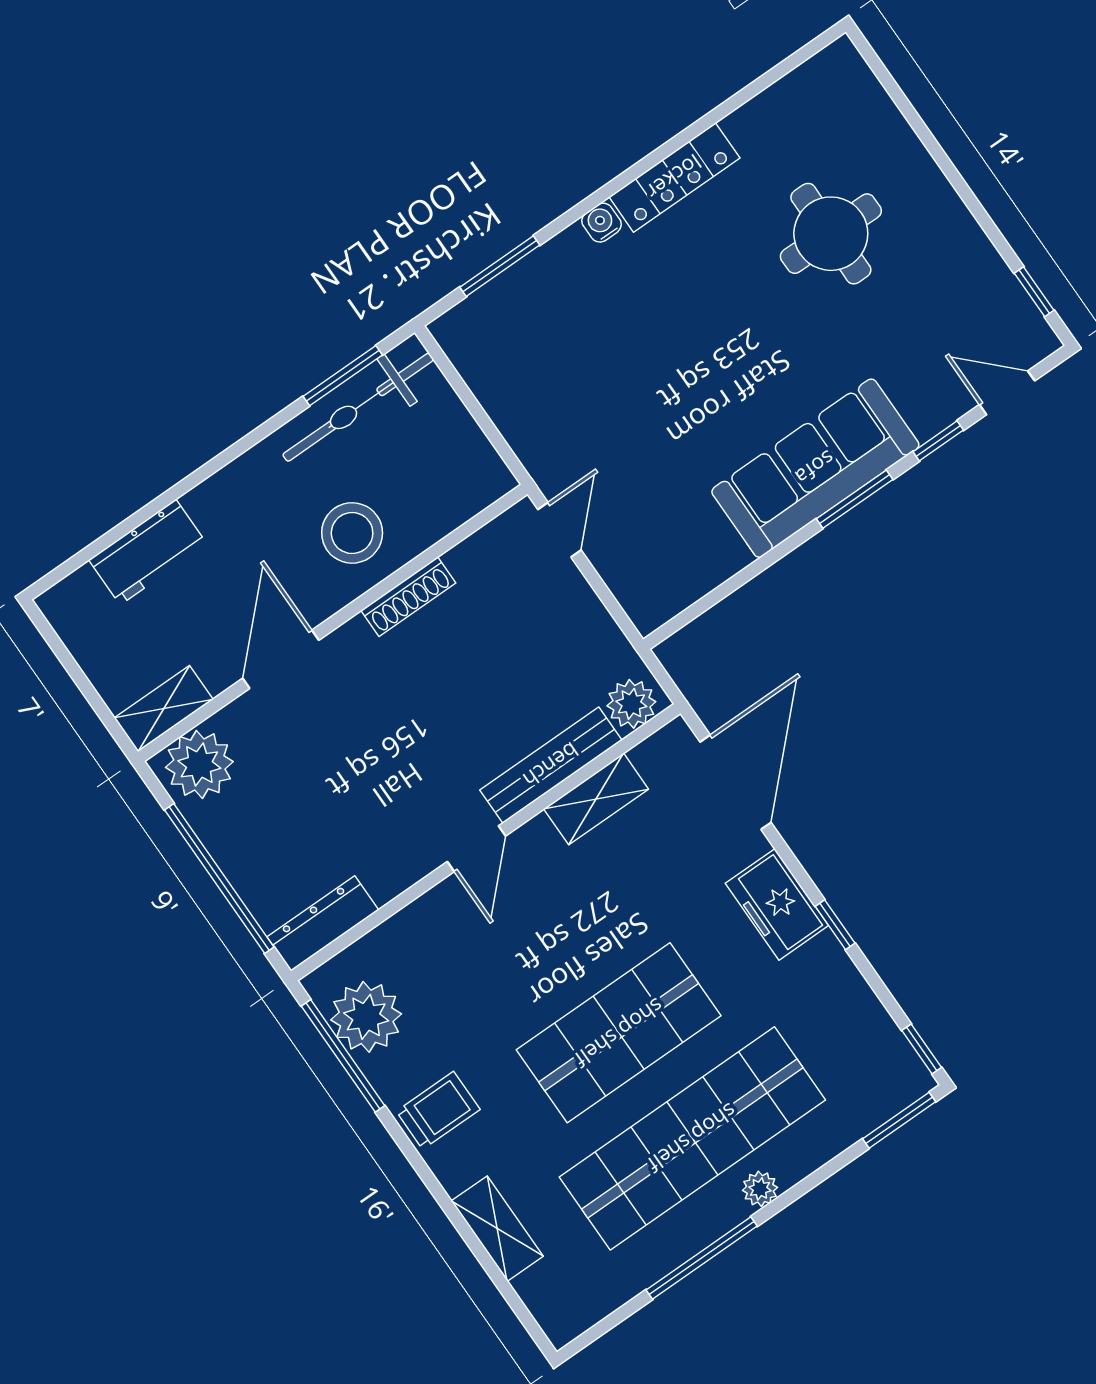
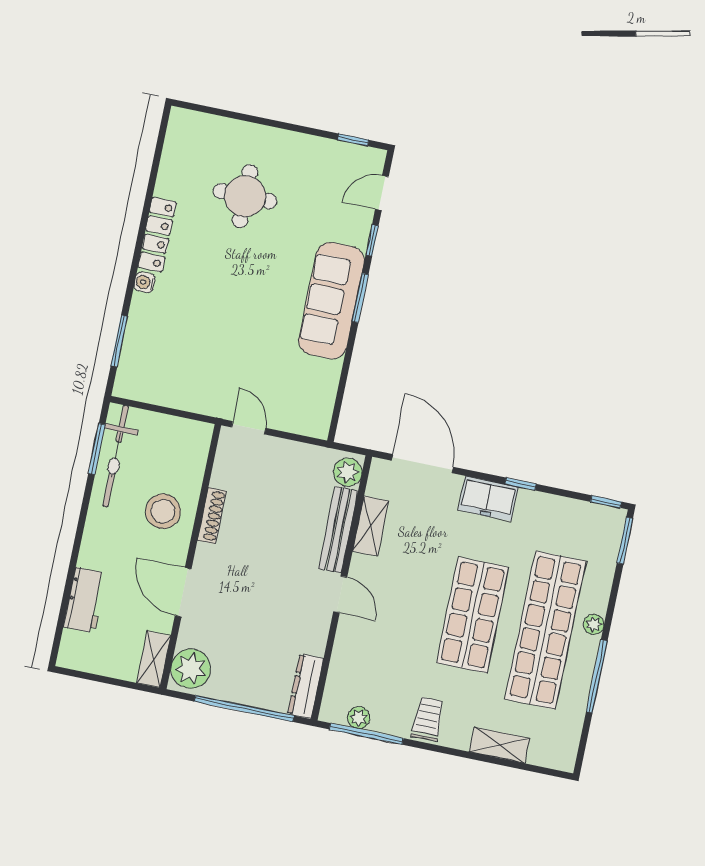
plant: (366, 1017) -> (359, 718), width x0.53, depth x0.53

